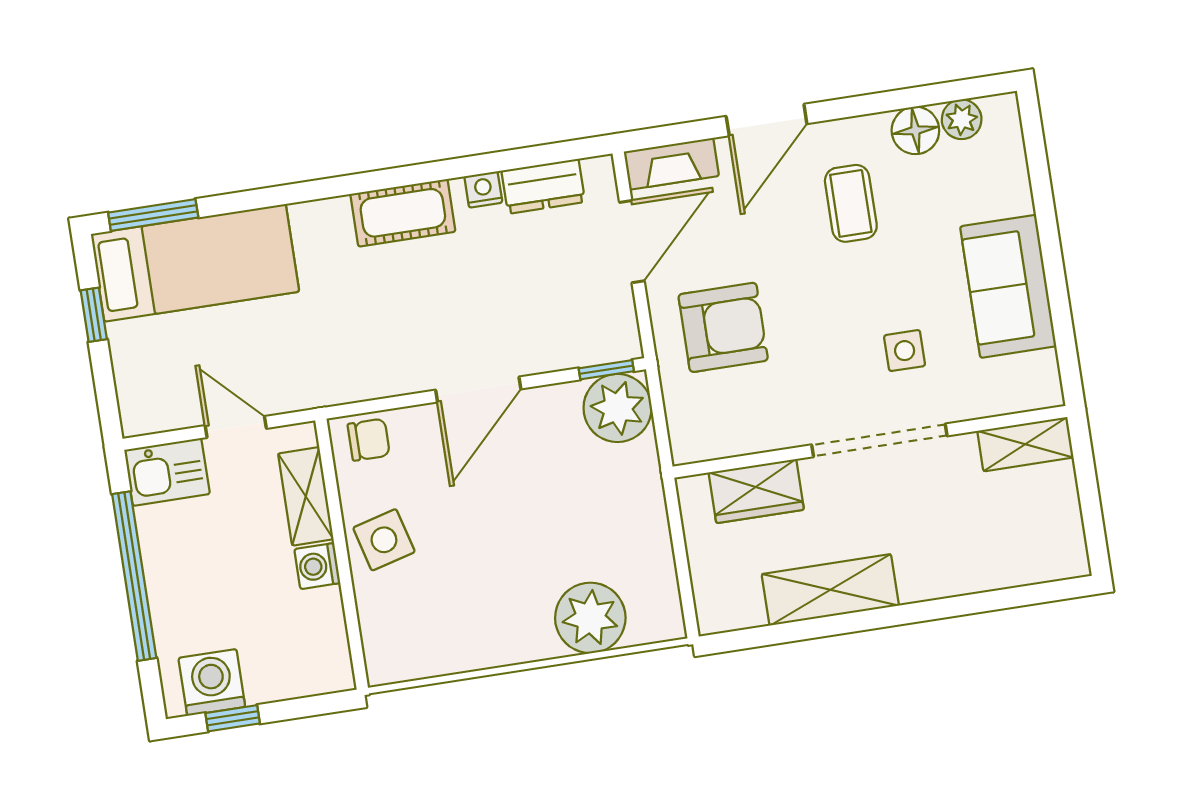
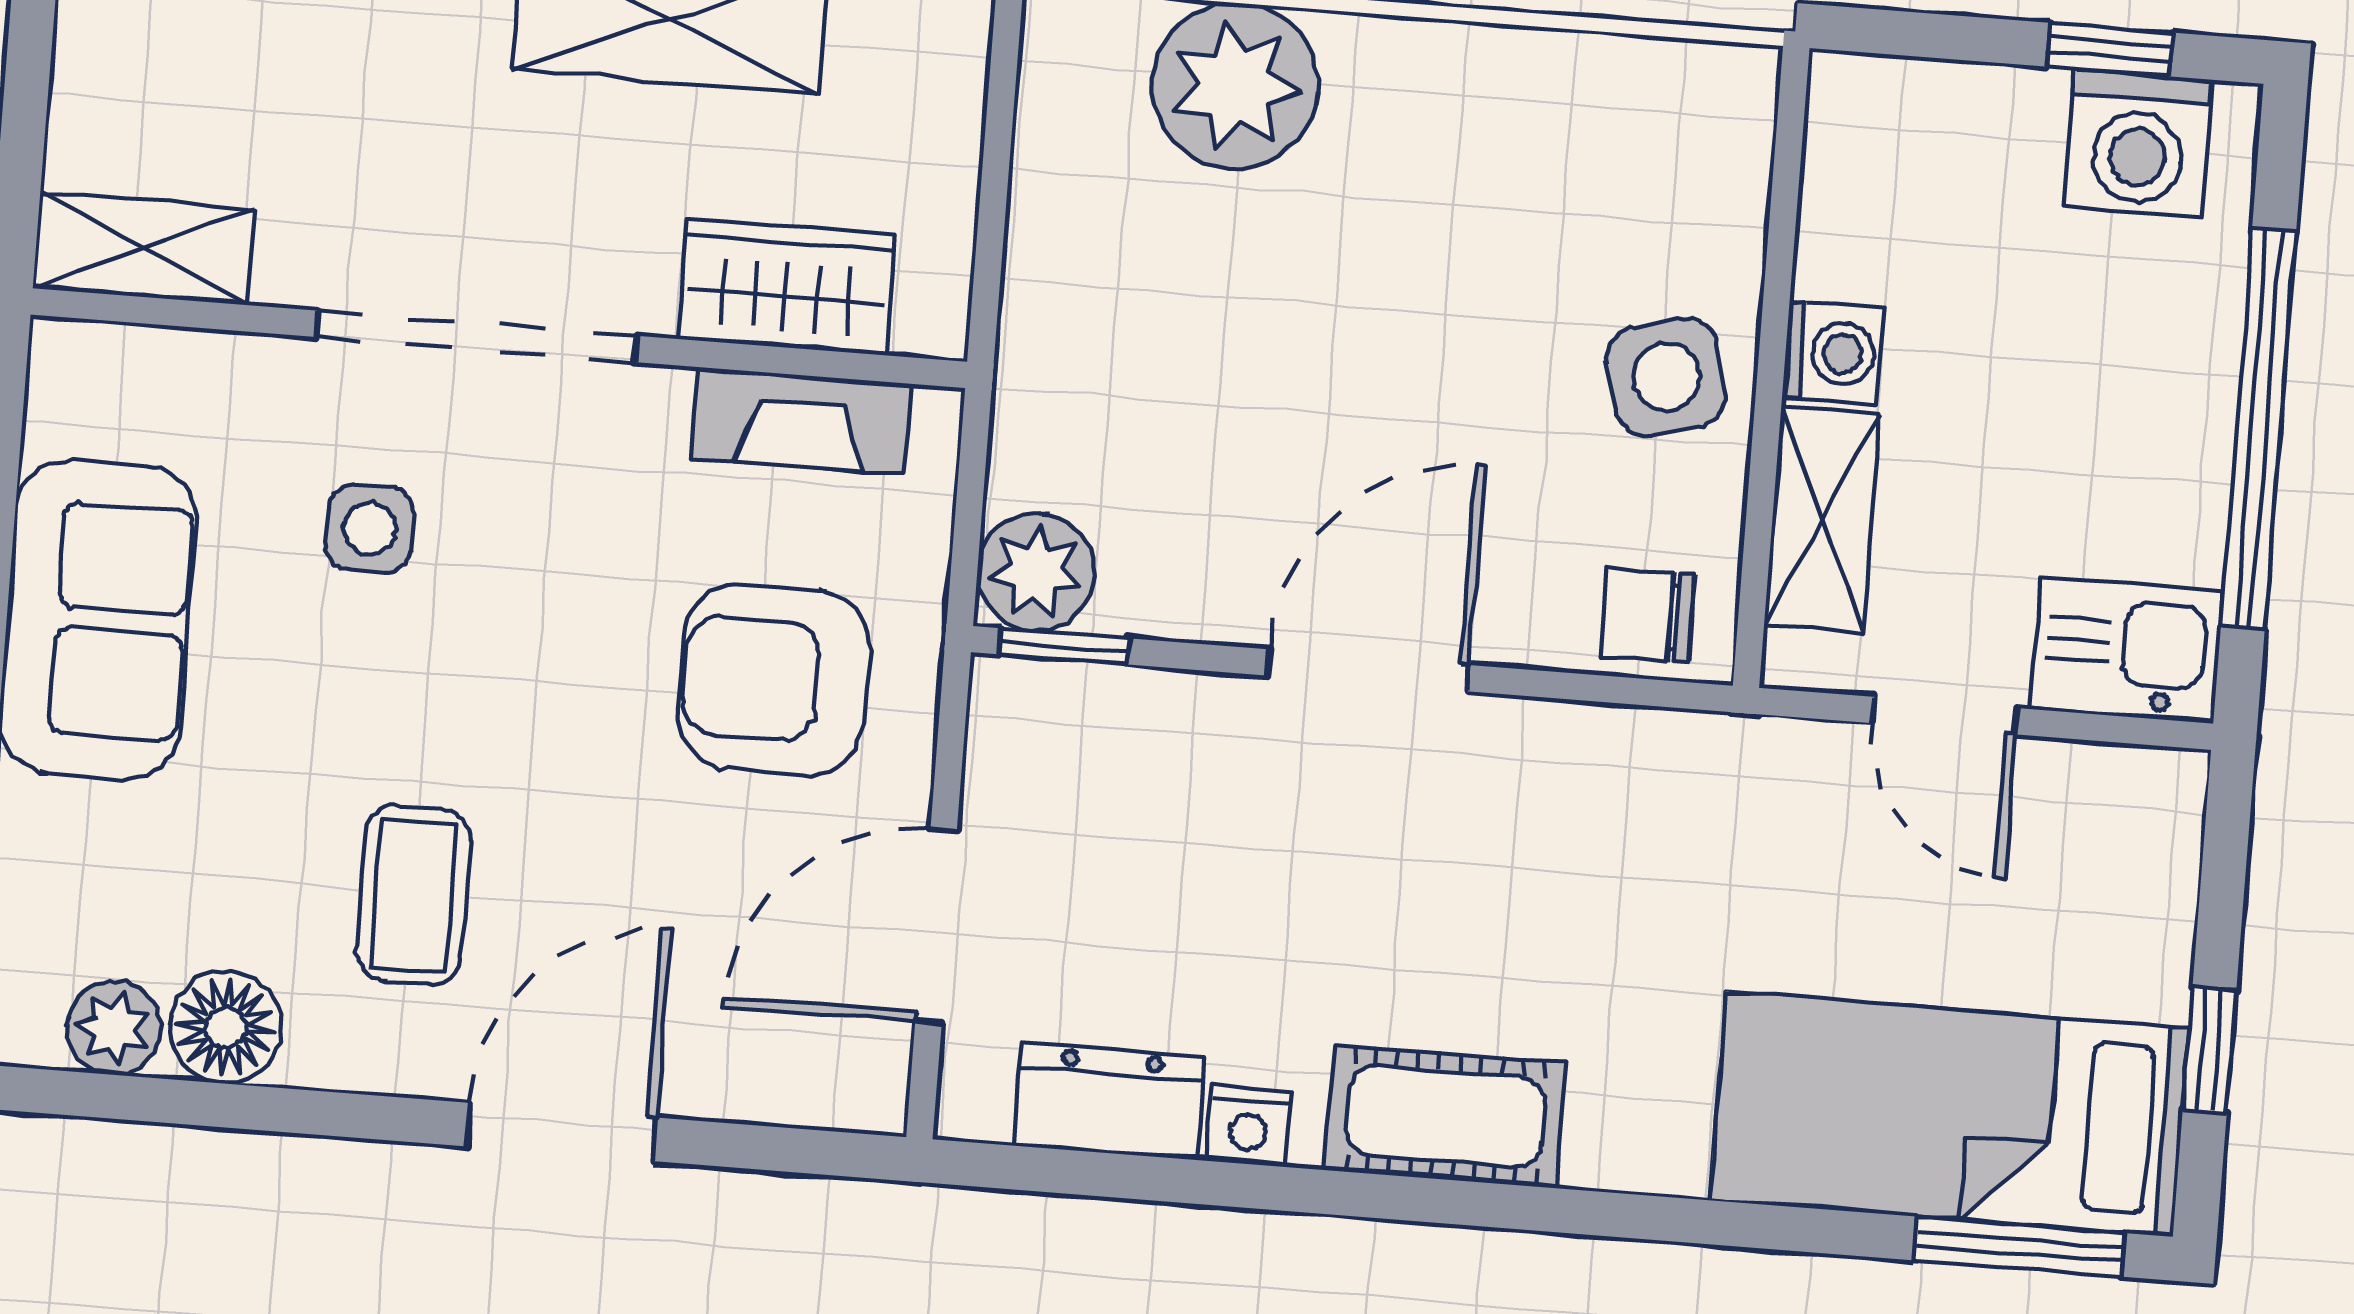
fireplace: (671, 164) -> (801, 421), moved, turned 180
plant: (618, 408) -> (1036, 572), width x0.73, depth x0.73

